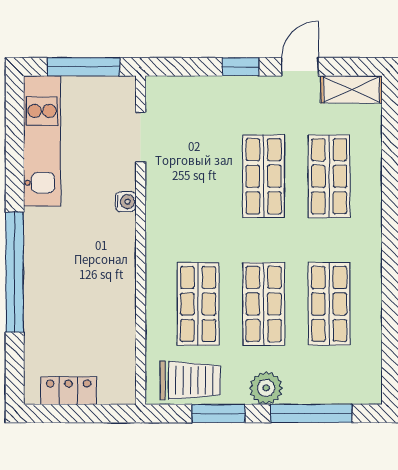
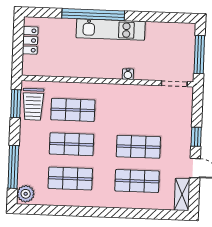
doorway: (141, 137) -> (174, 84), moved
kitchen unit: (42, 141) -> (111, 30), moved
plant: (266, 388) -> (26, 194), moved
window: (218, 413) -> (16, 104), moved

